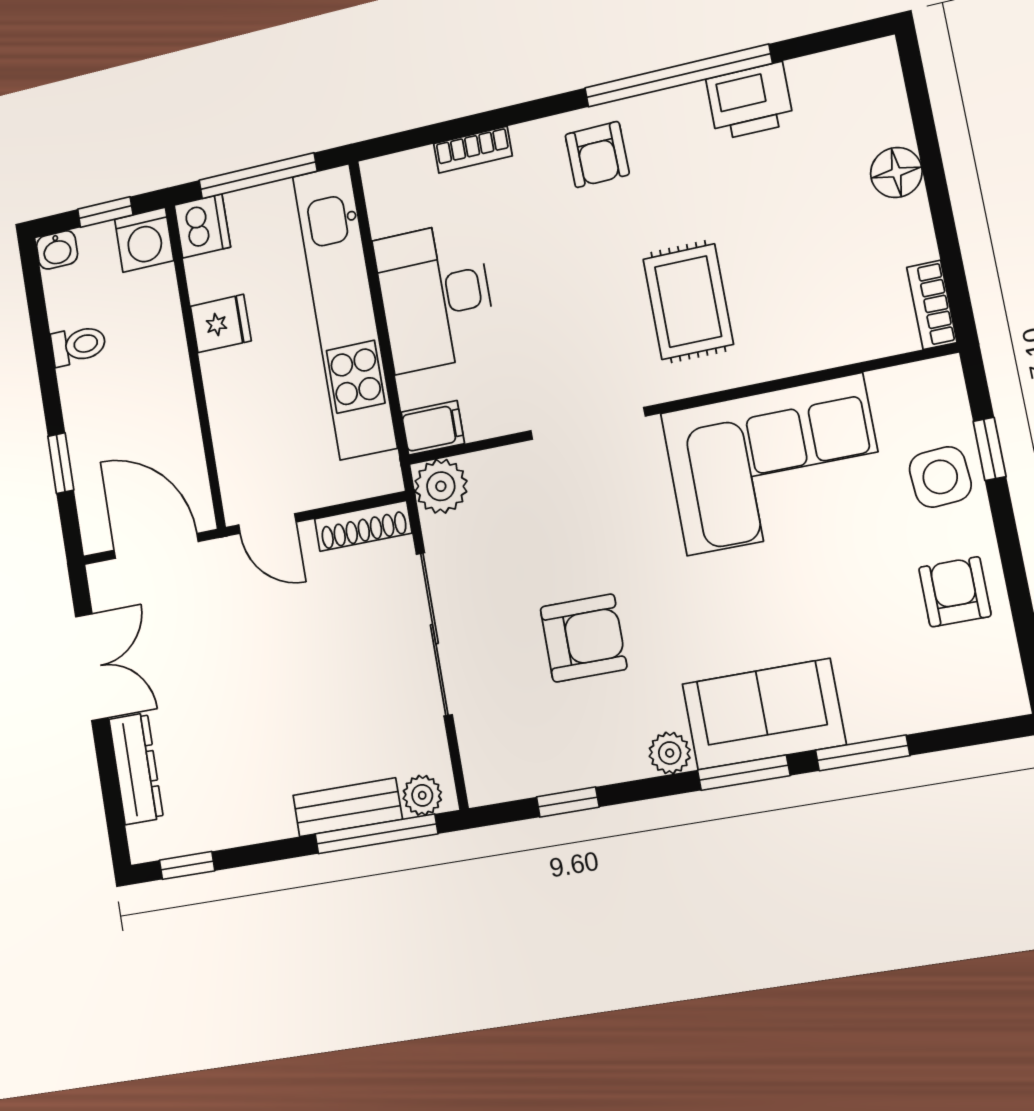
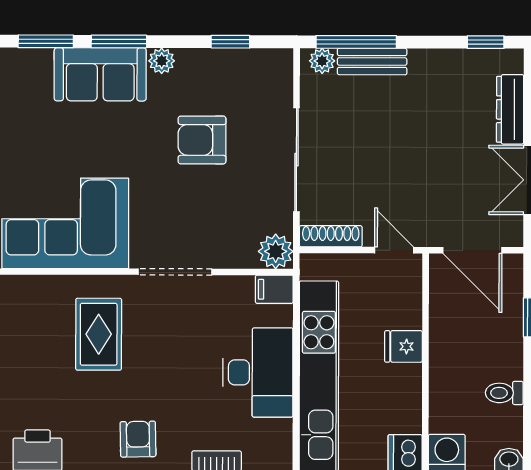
fridge: (221, 324) -> (403, 346), moved

